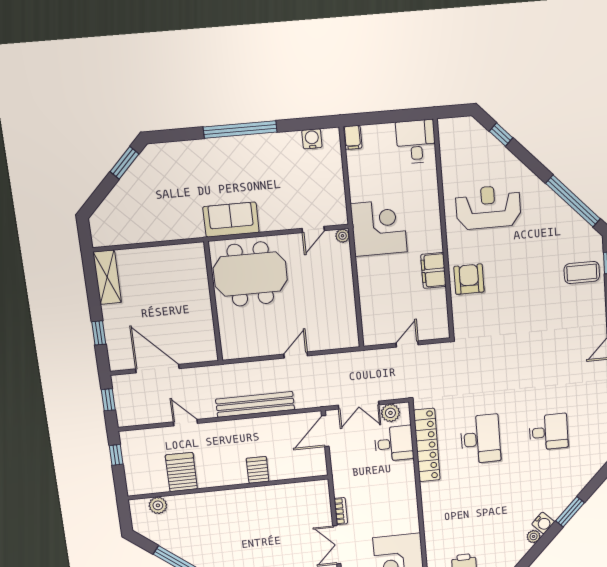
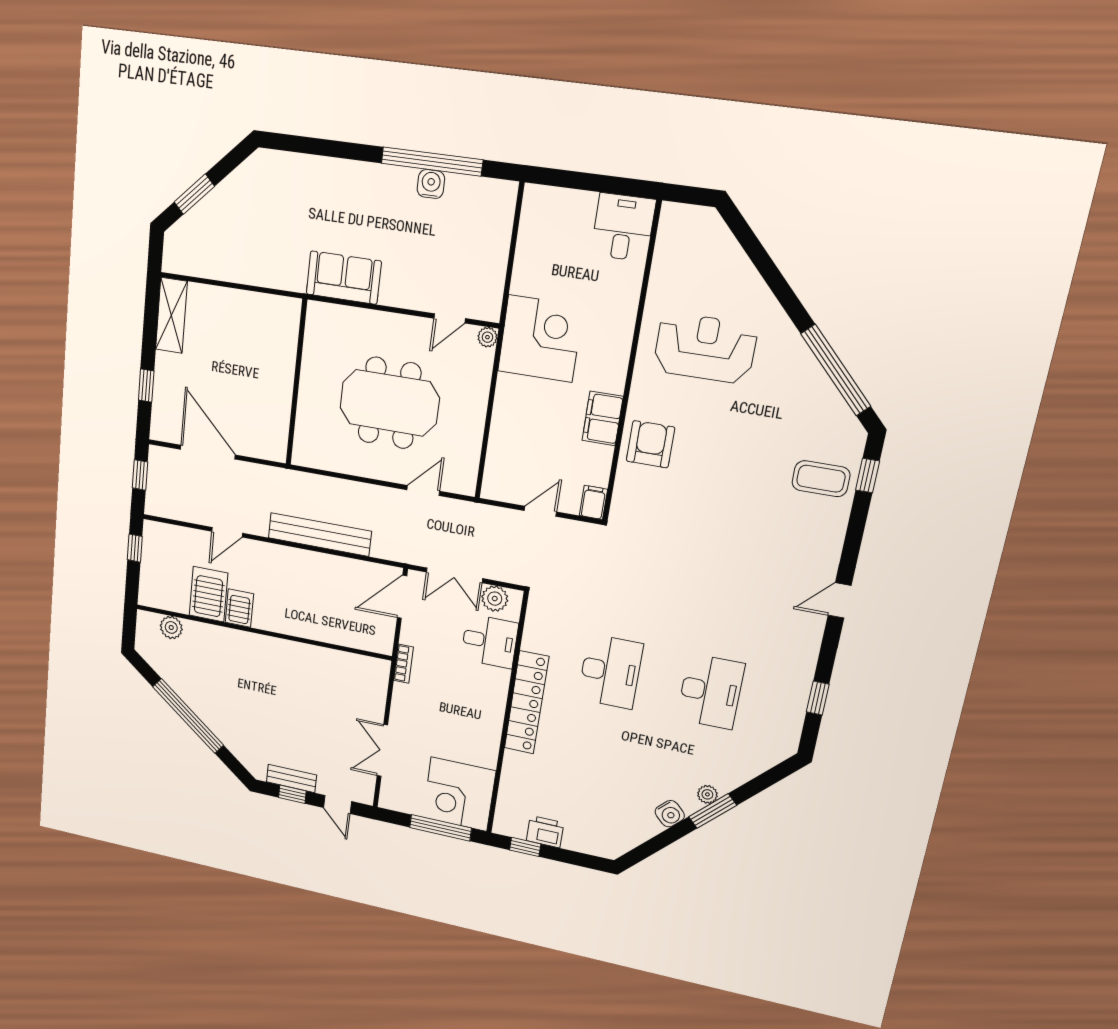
window: (240, 130) -> (432, 162), moved
window: (501, 134) -> (752, 245), removed
filing cabinet: (352, 137) -> (593, 502), moved, turned 180
water cooler: (312, 139) -> (431, 184), moved
window: (124, 163) -> (194, 194), moved
meeting table: (250, 274) -> (389, 403), moved
door: (296, 355) -> (423, 490), moved
door: (185, 423) -> (227, 532), swing flipped
desk: (549, 432) -> (711, 691), width x1.37
locker: (427, 445) -> (527, 703), moved
server rack: (258, 470) -> (239, 608), moved
bookcase: (341, 511) -> (404, 664), moved
plant: (534, 536) -> (707, 794), moved

